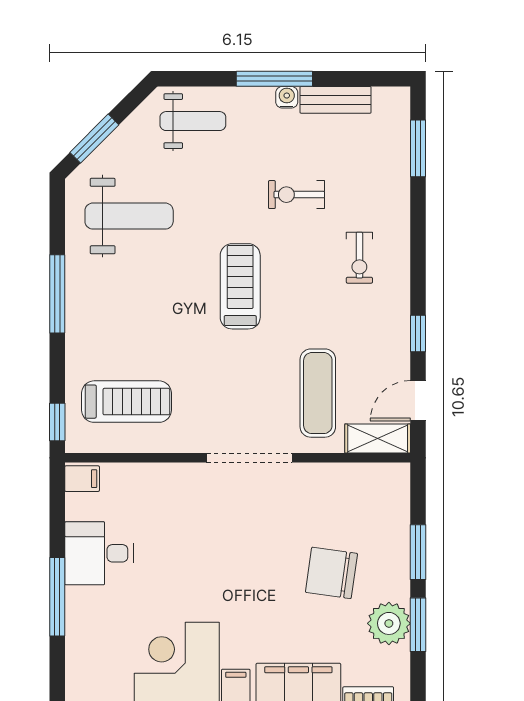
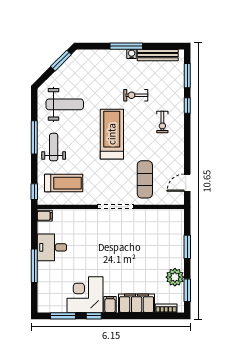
bench: (336, 100) -> (158, 55), width x1.36
weight bench: (193, 121) -> (54, 147), moved, turned -90
window: (94, 139) -> (61, 61), moved
treadmill: (240, 286) -> (112, 134), width x1.37, depth x1.38
window: (418, 333) -> (187, 106), moved
shelving: (378, 438) -> (170, 199), removed
chair: (331, 573) -> (151, 256), removed
window: (418, 625) -> (187, 290), moved

